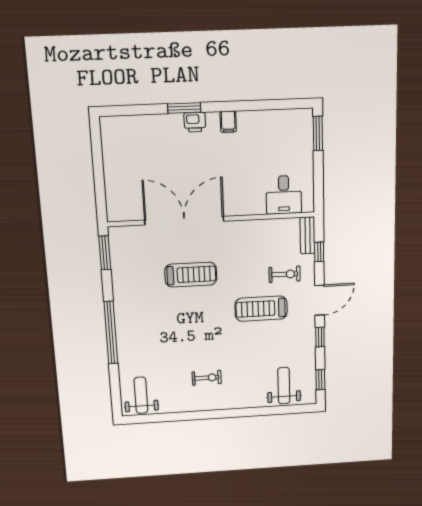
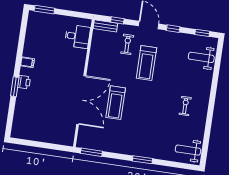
double door: (184, 221) -> (81, 100), swing flipped
treadmill: (191, 275) -> (116, 103), turned 180
window: (111, 333) -> (142, 160), width x0.47

